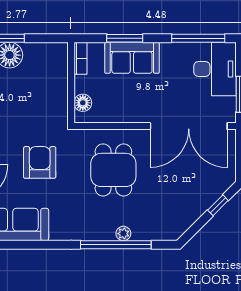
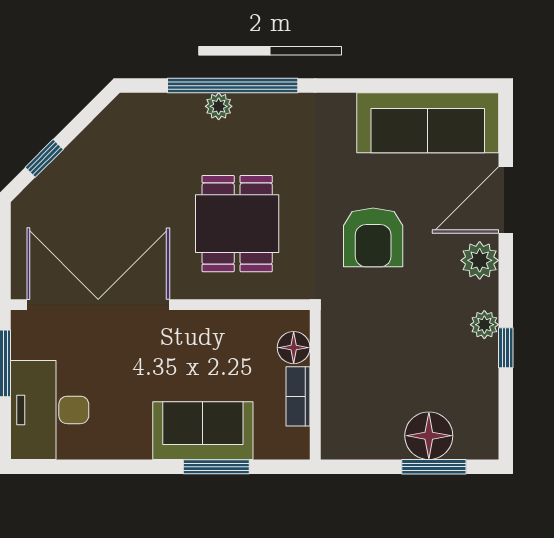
window: (198, 38) -> (80, 467), removed
bookcase: (80, 58) -> (298, 396), moved

